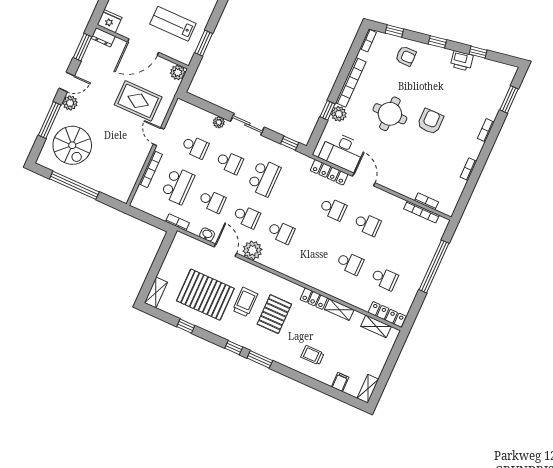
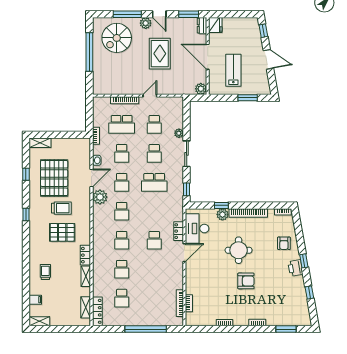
window: (394, 31) -> (298, 227), removed
window: (204, 43) -> (248, 98), moved
printer: (462, 61) -> (295, 268), moved
rug: (138, 101) -> (160, 54), moved
locker: (329, 172) -> (179, 231), width x0.66
school desk: (367, 224) -> (122, 240), moved
window: (260, 359) -> (26, 236), removed

